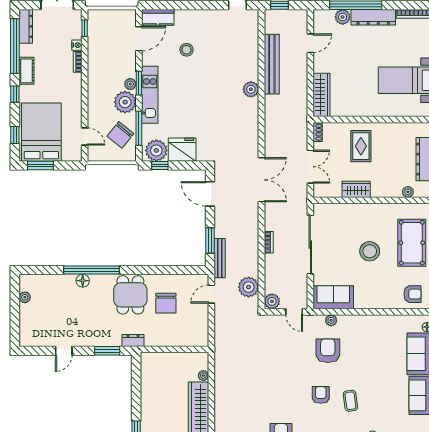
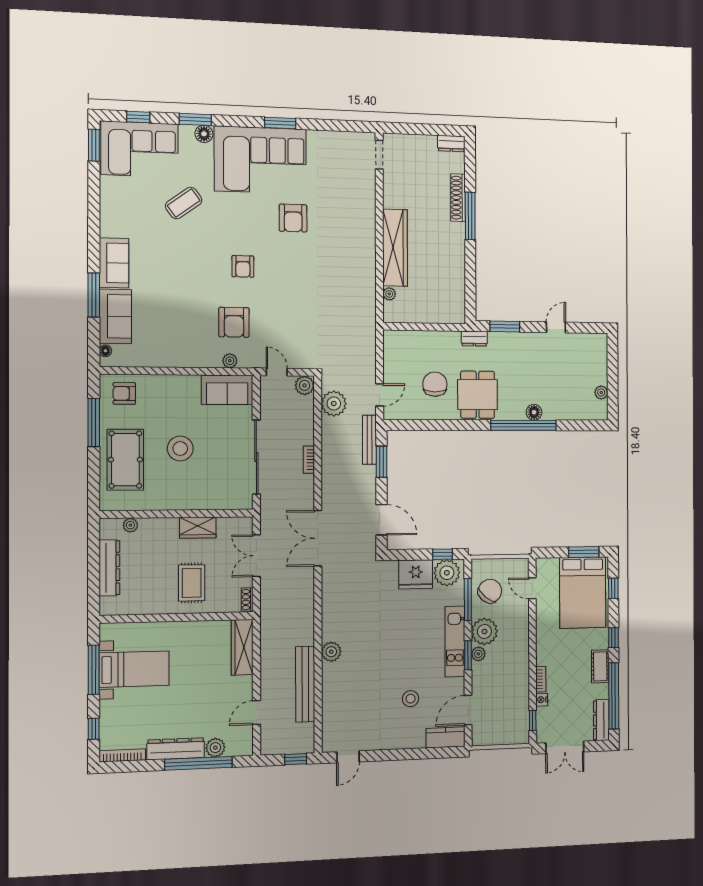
coffee table: (350, 401) -> (205, 258), removed

